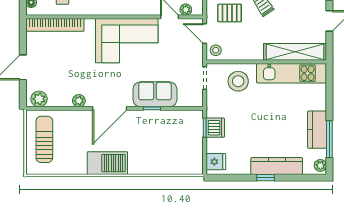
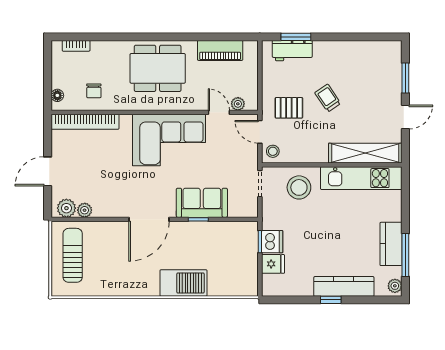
plant: (79, 101) -> (85, 210), moved
fridge: (216, 162) -> (273, 264), moved
barbecue: (107, 163) -> (183, 283), moved

